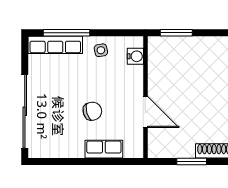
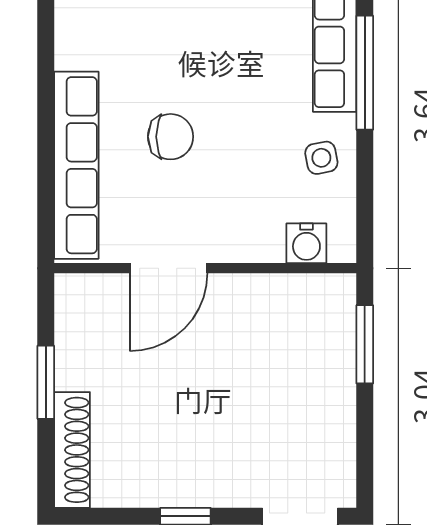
chair: (92, 111) -> (171, 137), turned -74
row of seats: (104, 149) -> (76, 165), width x2.02

